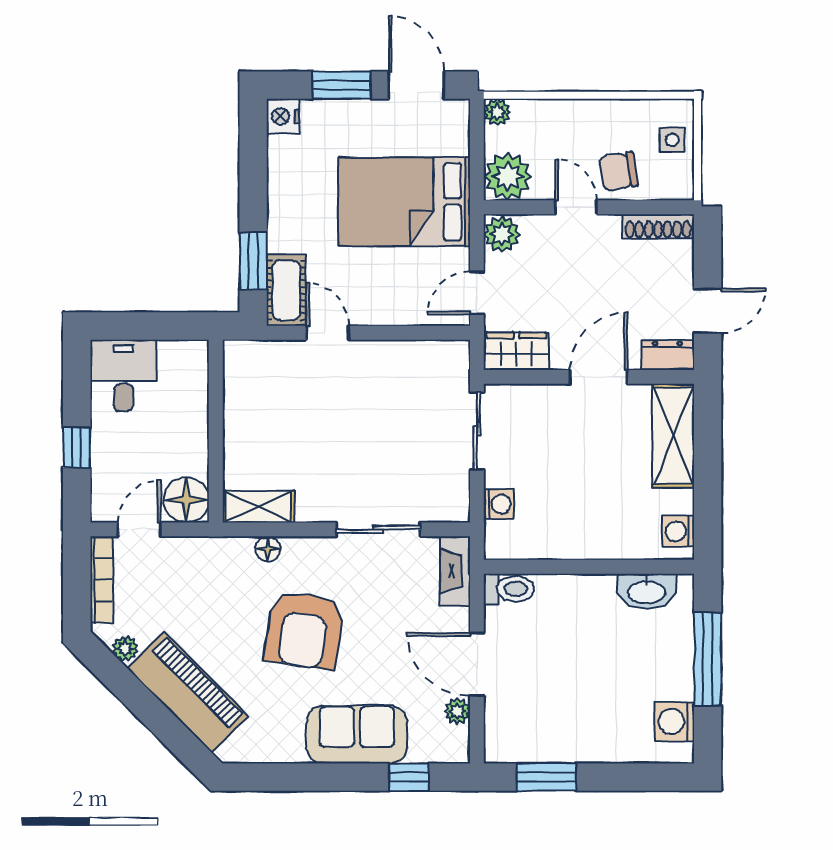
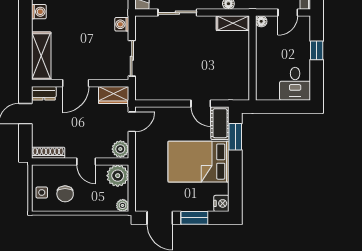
chair: (618, 171) -> (65, 194), moved, turned 100
bed: (404, 202) -> (199, 162), moved, turned 180
floor lamp: (186, 500) -> (261, 21), width x0.53, depth x0.53

